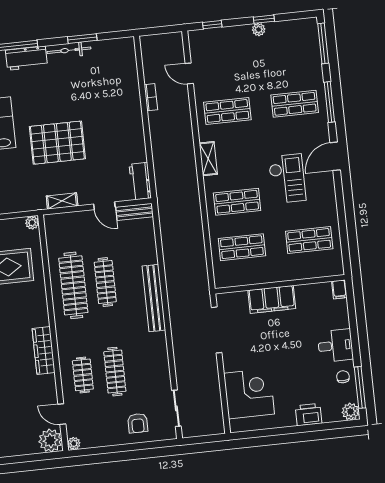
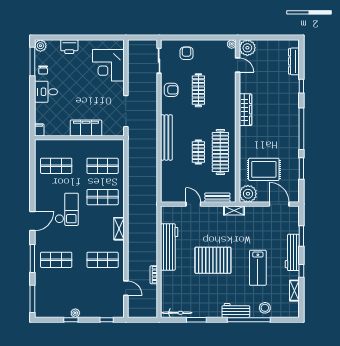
bicycle: (69, 50) -> (177, 313), moved
pallet: (57, 143) -> (213, 260), moved
checkout: (287, 179) -> (67, 209), turned 180
workbench: (140, 181) -> (169, 247), moved, width x1.88, depth x1.32
shelving: (62, 201) -> (234, 210), moved
bench: (135, 212) -> (217, 198), moved
plant: (32, 223) -> (248, 194), width x1.88, depth x1.88
clothes rail: (105, 282) -> (198, 152), width x0.73
armchair: (154, 368) -> (171, 90), added
clothes rail: (83, 375) -> (220, 90), removed

